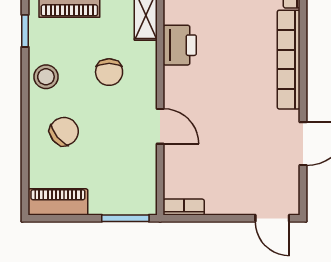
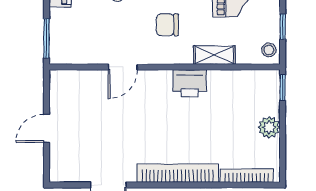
bookcase: (184, 207) -> (56, 86), removed
door: (272, 218) -> (47, 128), moved

